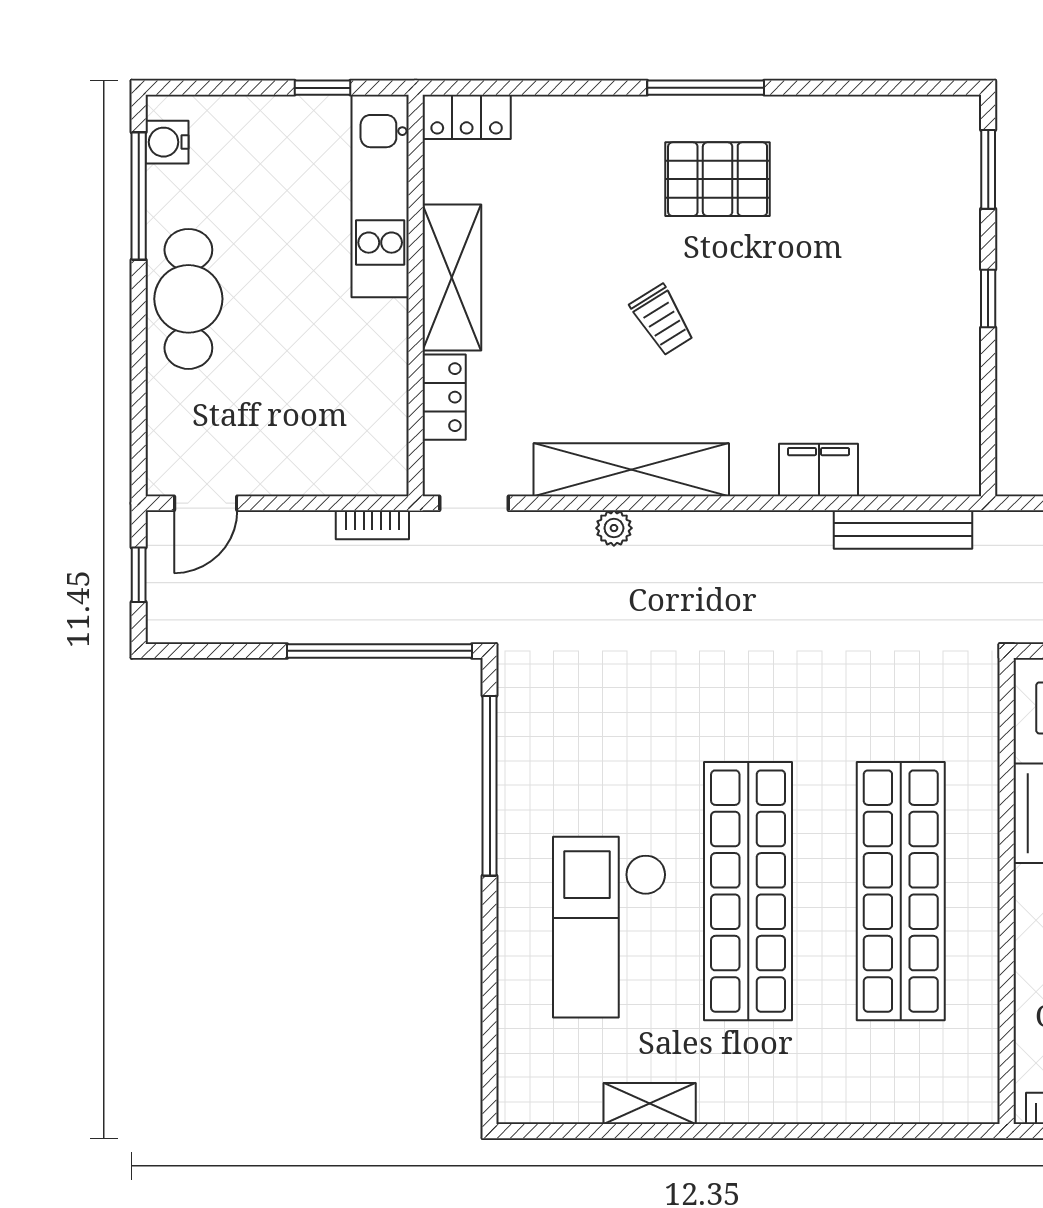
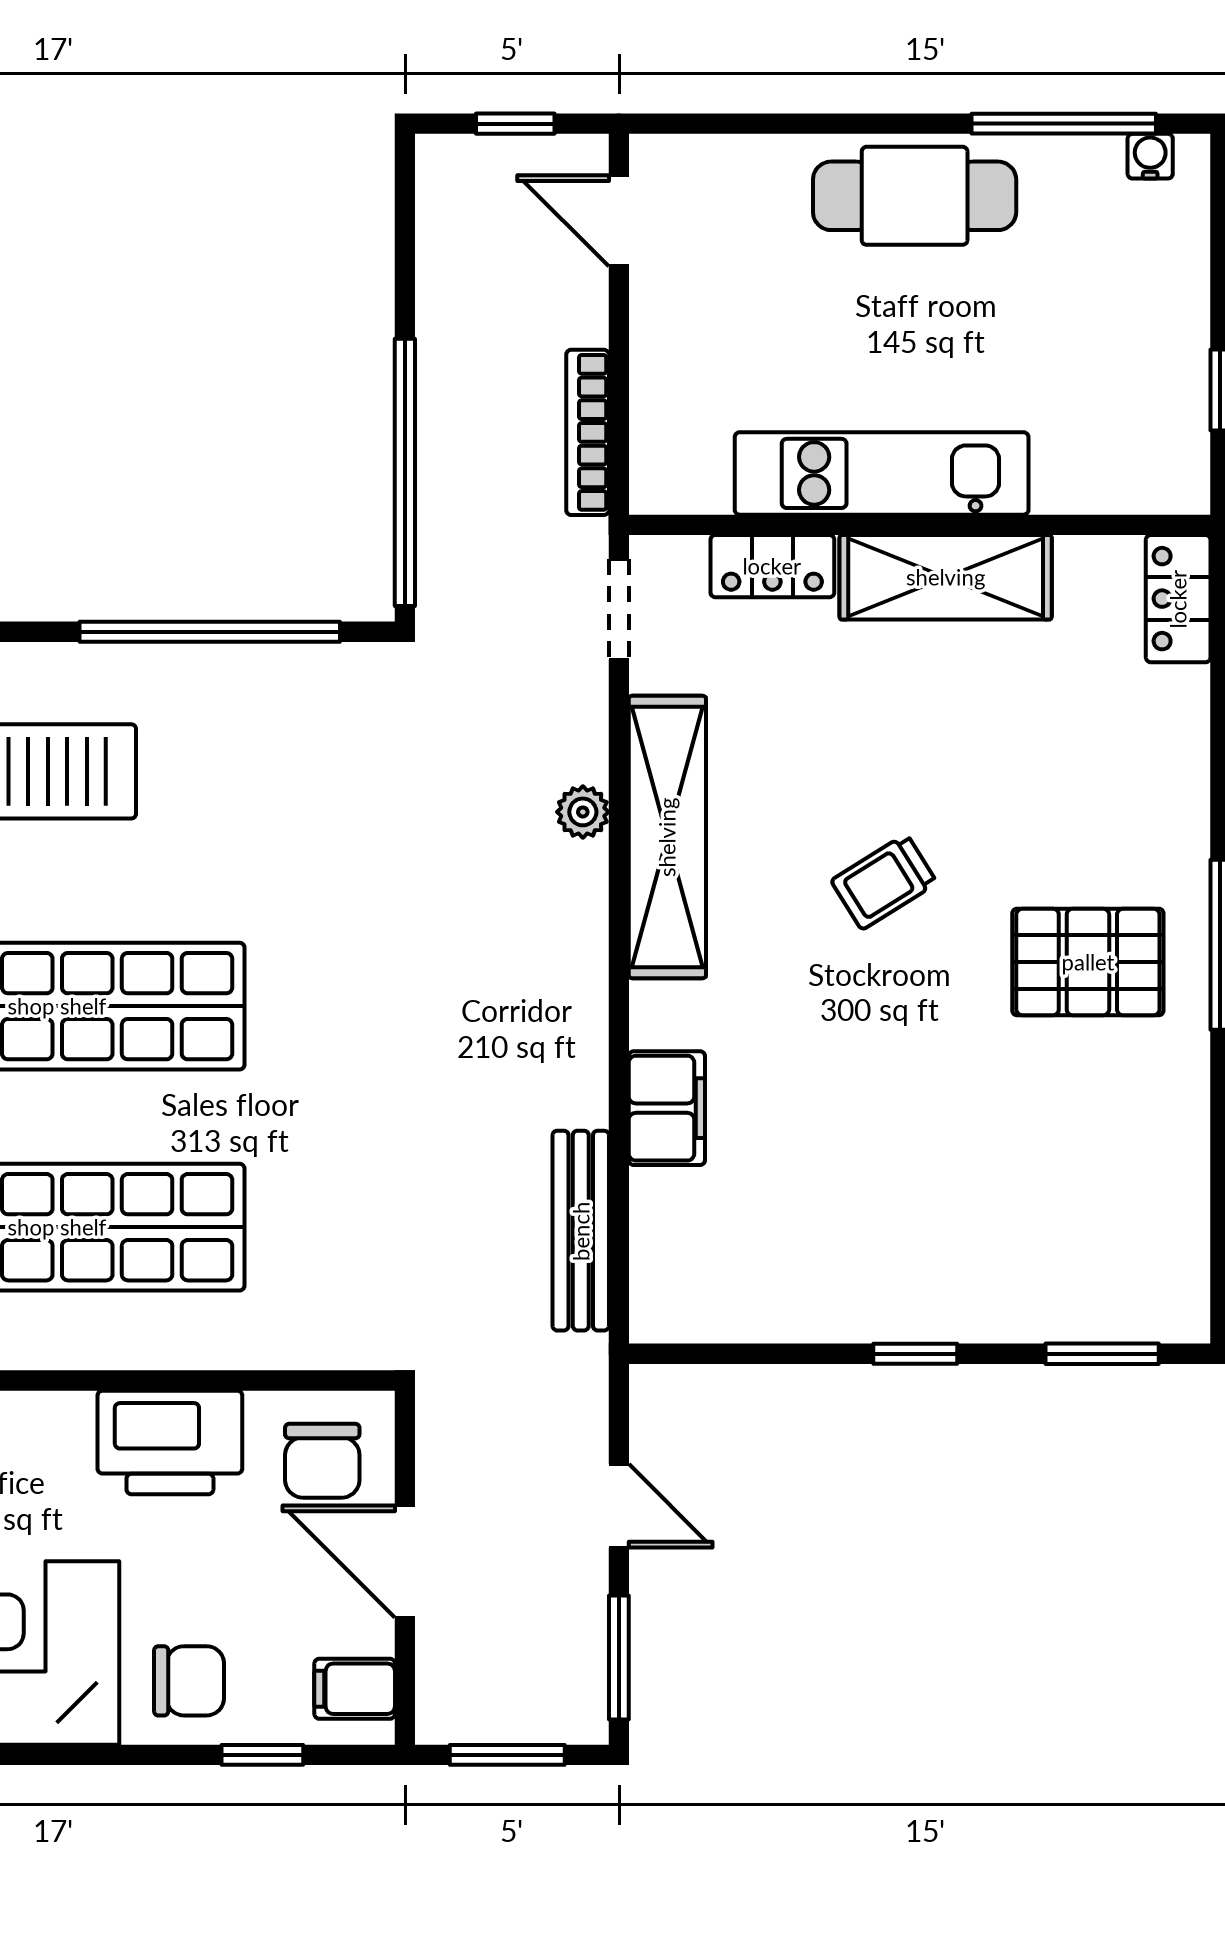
water cooler: (167, 142) -> (1150, 156), width x0.72, depth x0.72
pallet: (718, 179) -> (1088, 962), turned 90
kitchen unit: (380, 196) -> (882, 473), moved
bookcase: (372, 525) -> (588, 432), width x1.56

